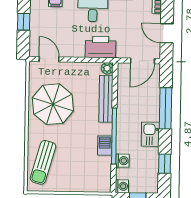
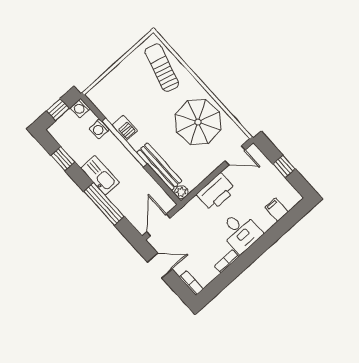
printer: (101, 47) -> (216, 192), moved
kitchen sink: (150, 134) -> (100, 175), width x1.38

